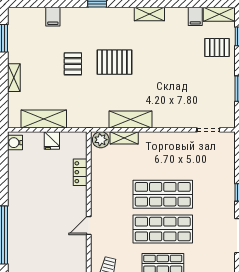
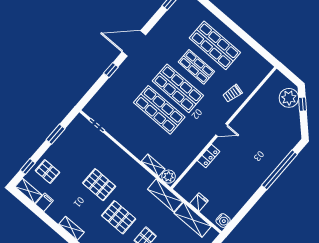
pallet: (159, 77) -> (99, 185), added
shelving: (131, 119) -> (165, 195), moved
locker: (80, 172) -> (208, 156), moved

